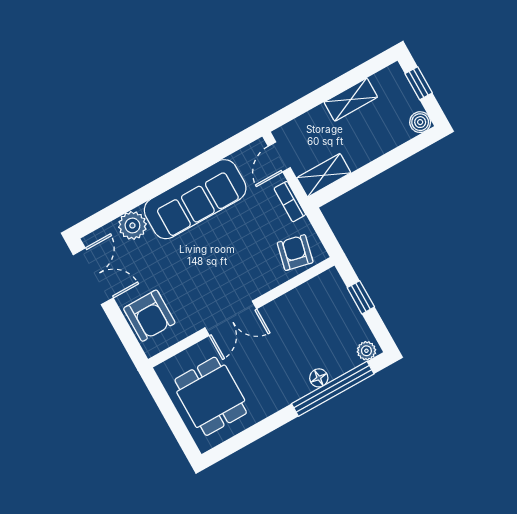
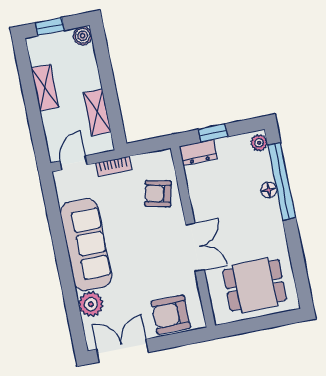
door: (279, 157) -> (73, 163), swing flipped
shelving: (324, 175) -> (97, 112), moved
armchair: (295, 253) -> (158, 194), moved
dresser: (335, 288) -> (198, 152), added
armchair: (149, 316) -> (171, 315), turned 180

